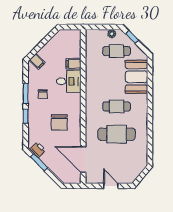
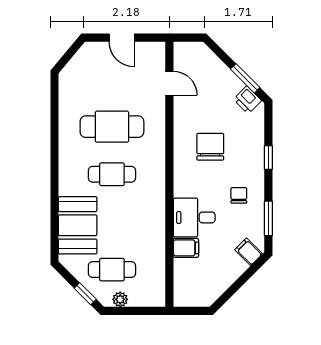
window: (26, 93) -> (268, 218), moved
door: (83, 159) -> (169, 83), width x0.53

